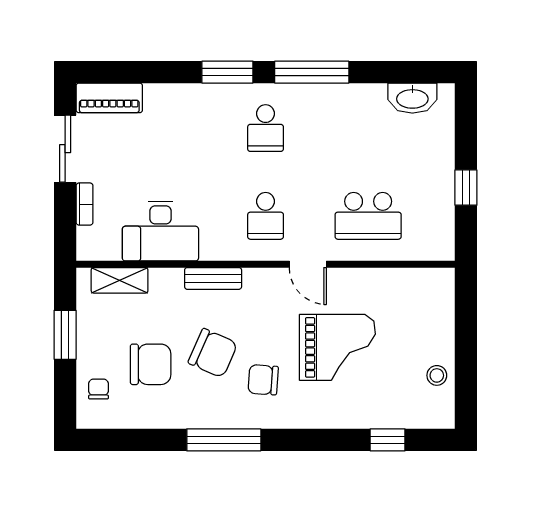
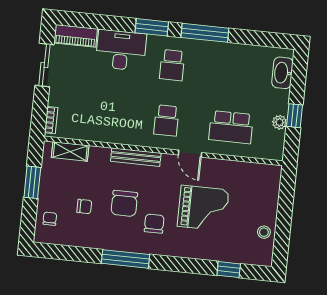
washbasin: (412, 98) -> (282, 73), moved, turned 90
plant: (443, 200) -> (280, 122), added
bookcase: (85, 204) -> (51, 120), moved
desk: (160, 231) -> (121, 50), moved, turned 180
bench: (213, 278) -> (136, 157), width x1.36
chair: (213, 353) -> (124, 203), turned 66
chair: (151, 364) -> (84, 207), width x0.54, depth x0.54
chair: (263, 380) -> (154, 224), turned 86

